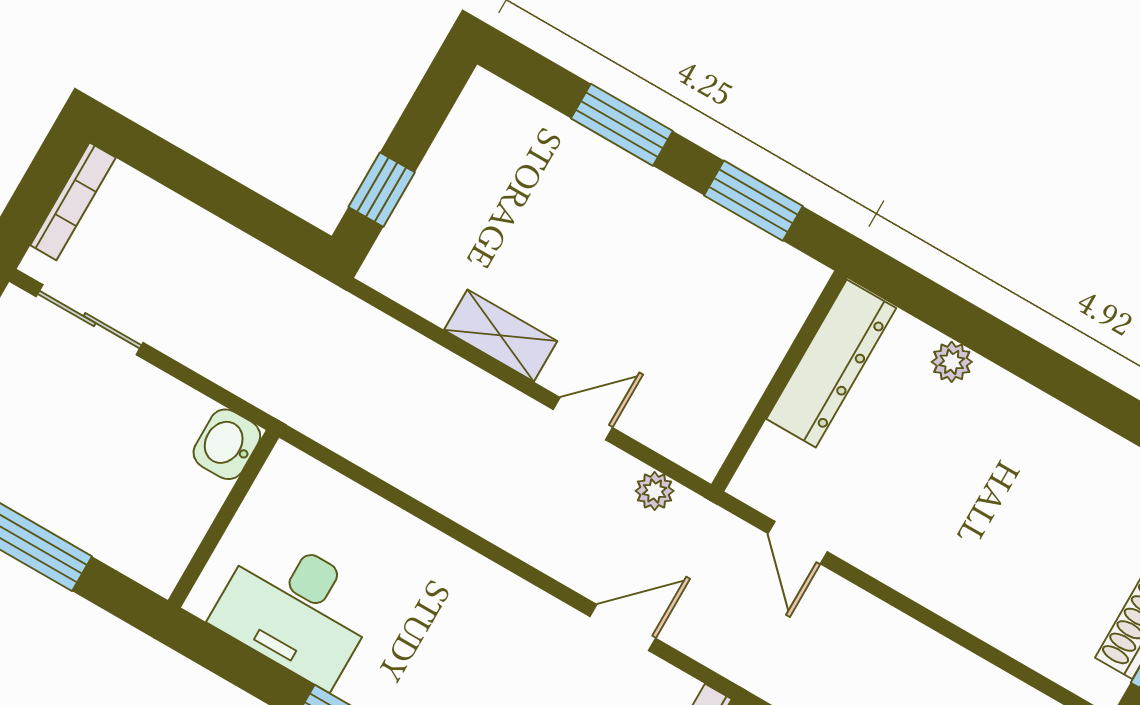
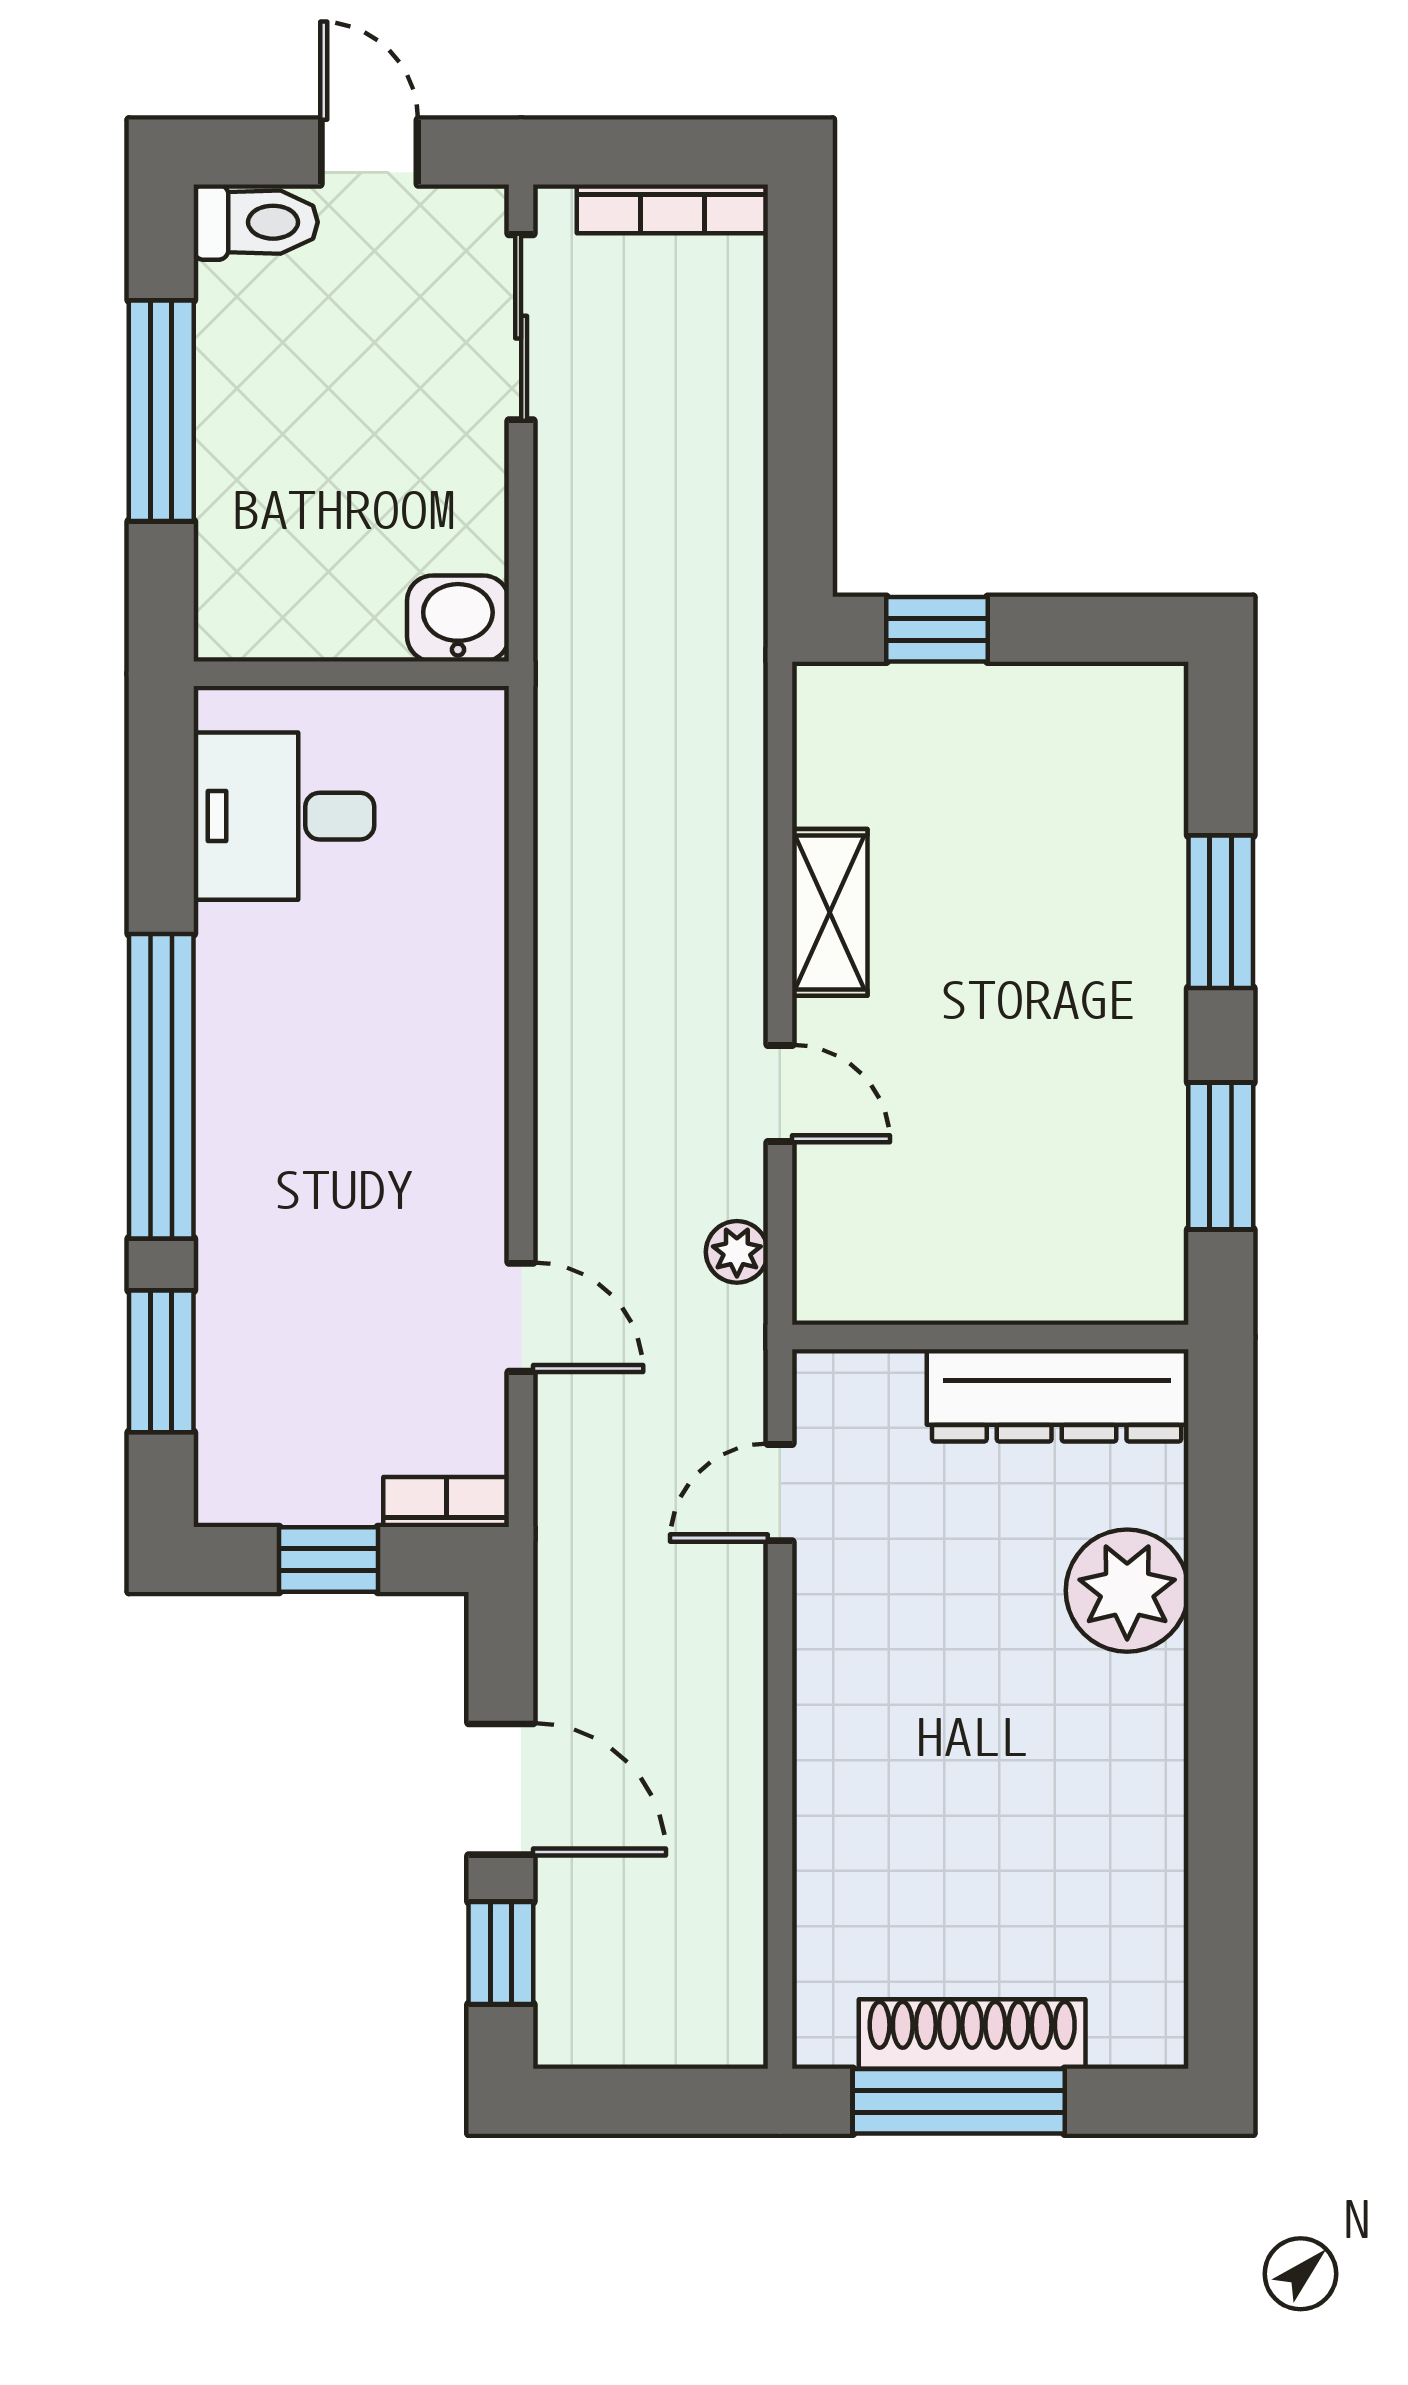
plant: (952, 362) -> (1127, 1591), width x1.88, depth x1.88
desk: (296, 609) -> (284, 816), width x0.73

